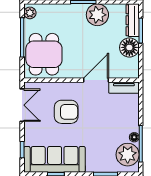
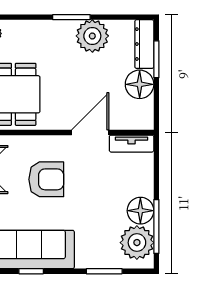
floor lamp: (134, 137) -> (140, 211), width x1.89, depth x1.89

